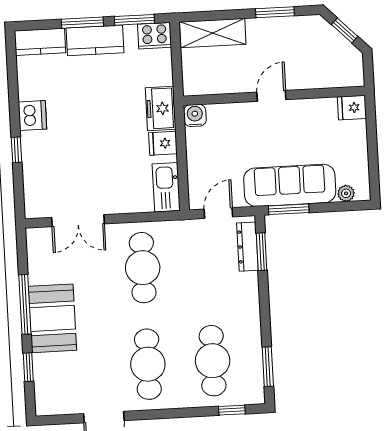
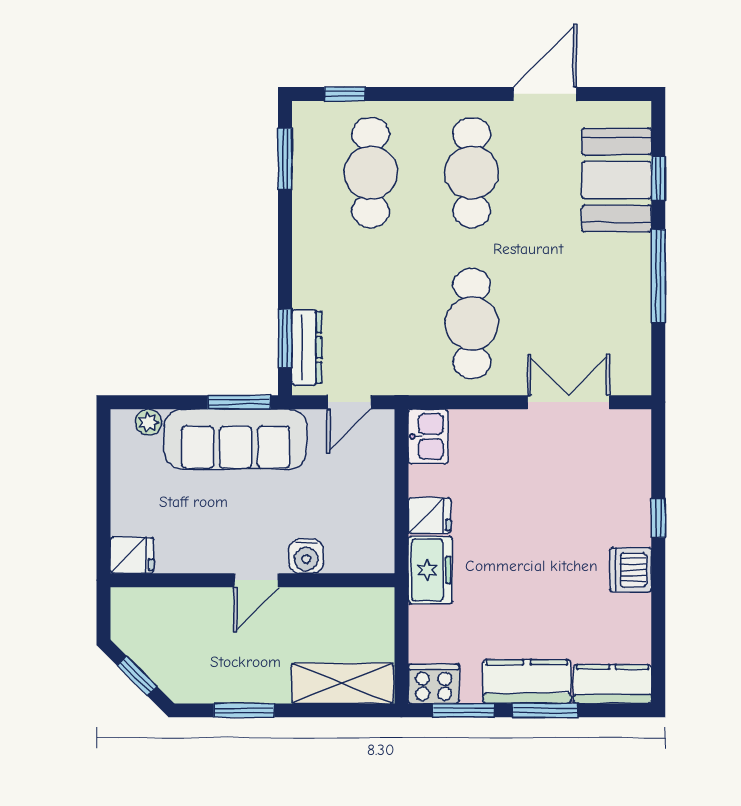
water cooler: (195, 115) -> (306, 556), moved
kitchen sink: (166, 187) -> (428, 436), width x0.73
booth: (52, 318) -> (617, 180), moved

